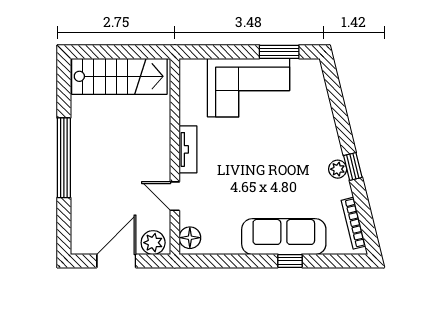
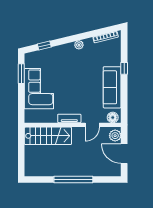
stairs: (119, 76) -> (48, 136), moved, turned 90
window: (353, 166) -> (44, 46), moved
sofa: (284, 237) -> (112, 87), moved

